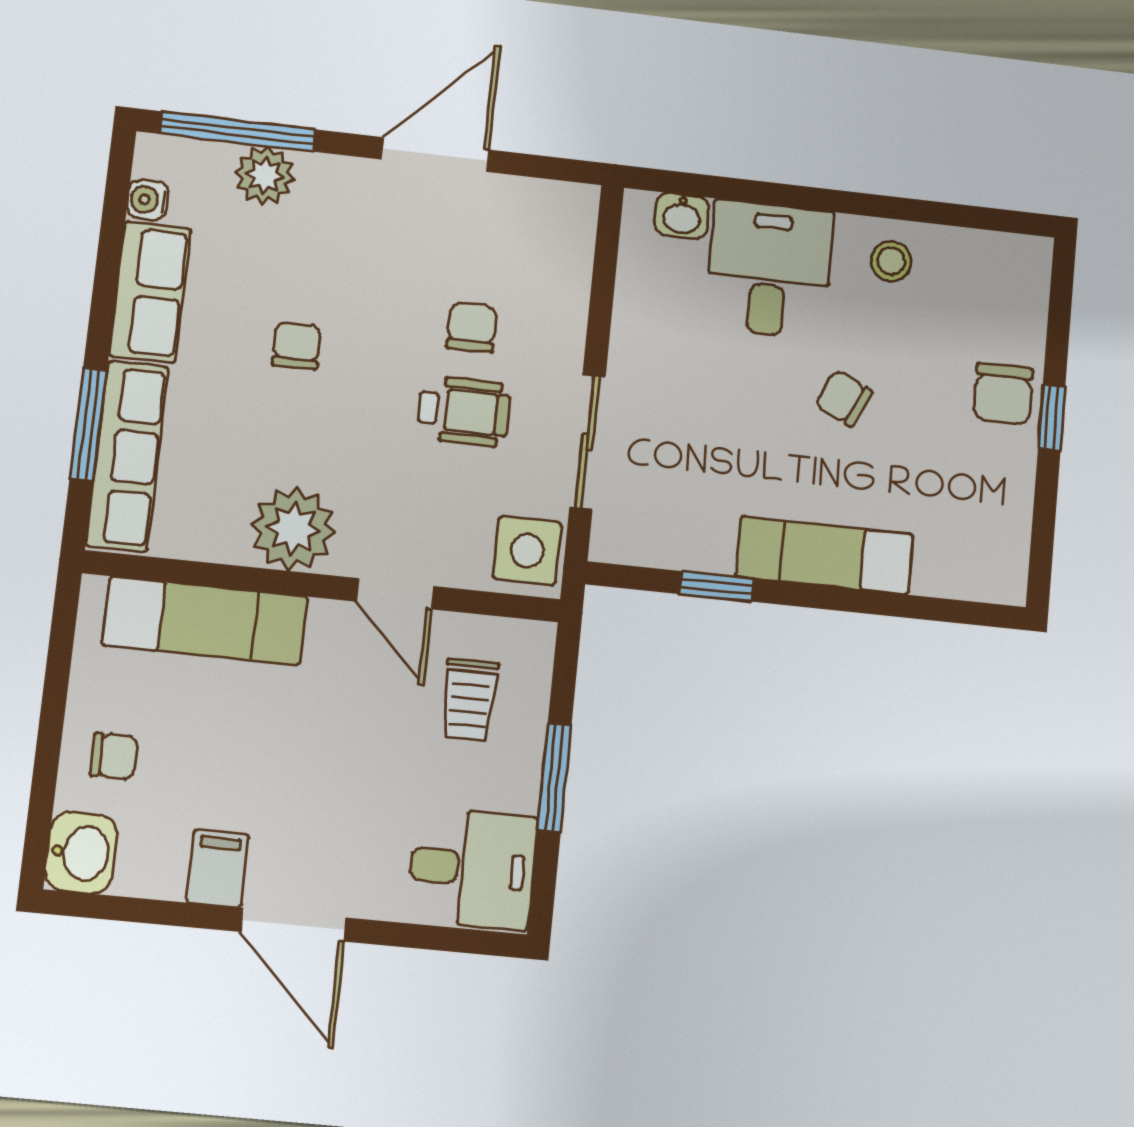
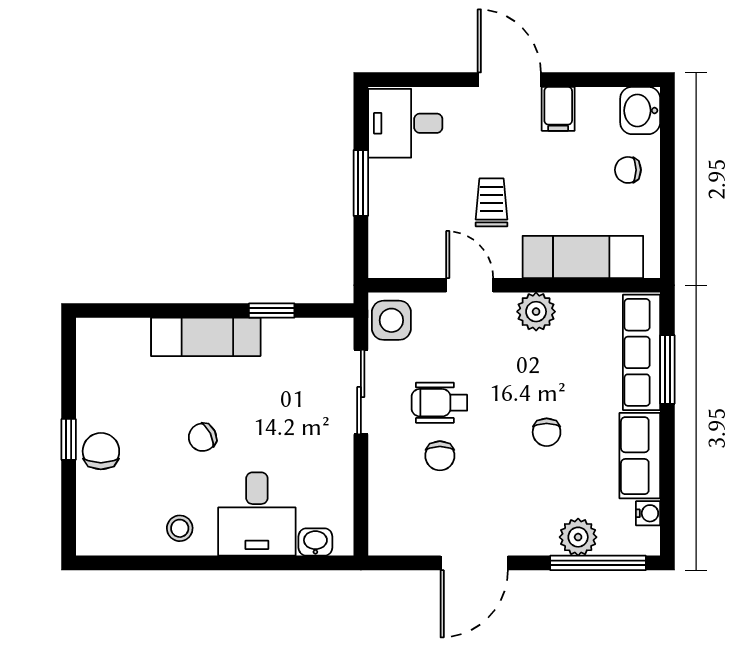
chair: (844, 398) -> (202, 437), turned 129
plant: (293, 529) -> (536, 312), width x0.73, depth x0.73
trolley: (469, 700) -> (492, 202), moved

